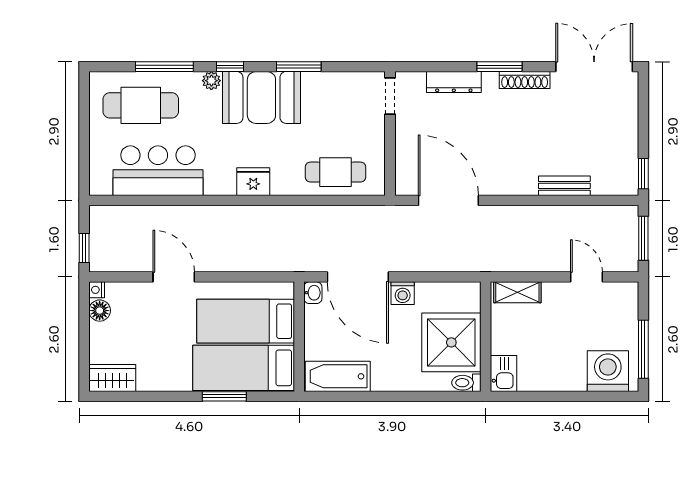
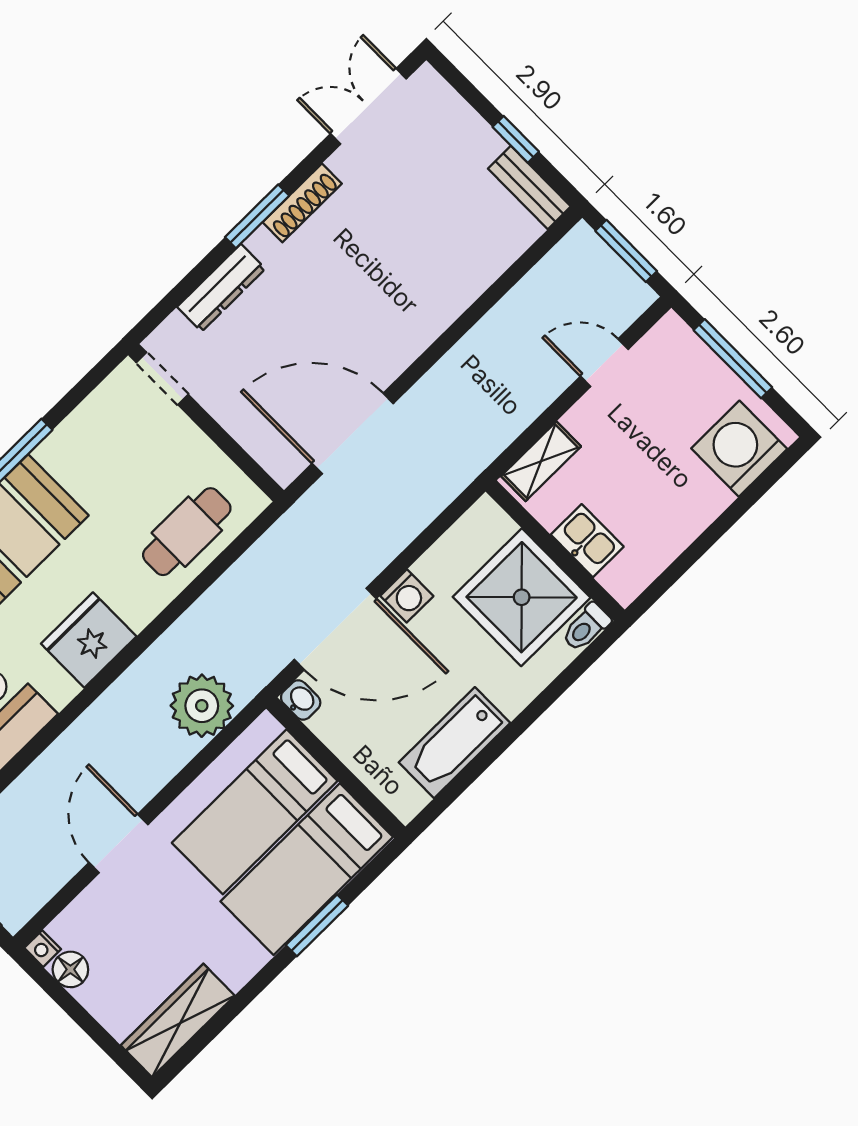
double door: (594, 67) -> (368, 106), width x0.73
window: (643, 174) -> (516, 139), moved
fridge: (253, 182) -> (89, 640), width x1.36, depth x1.34
bench: (564, 186) -> (529, 188), moved, turned 90
plant: (268, 253) -> (202, 706), added
door: (174, 277) -> (118, 844), hinge flipped
window: (643, 349) -> (733, 359), moved
kitchen sink: (504, 373) -> (587, 541), moved
bathtub: (338, 376) -> (454, 743), moved
wardrobe: (112, 378) -> (178, 1020), width x1.50

